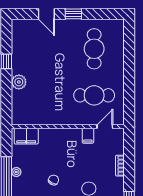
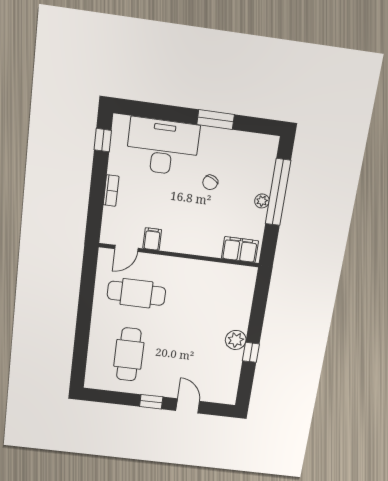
plant: (19, 82) -> (236, 340), moved

